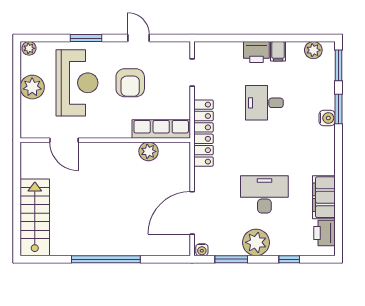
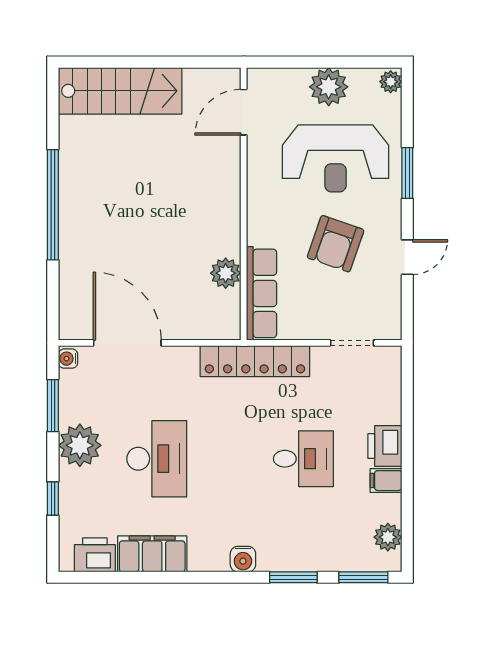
armchair: (130, 83) -> (336, 244), turned -71
desk: (264, 103) -> (303, 459), turned 90
water cooler: (327, 118) -> (243, 559), moved
door: (64, 140) -> (244, 112), moved

